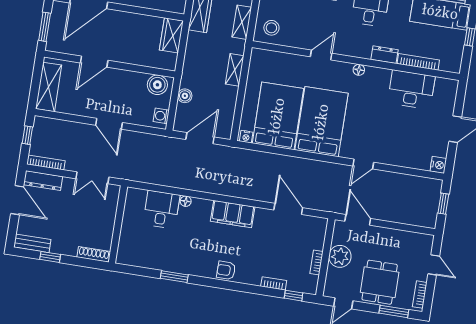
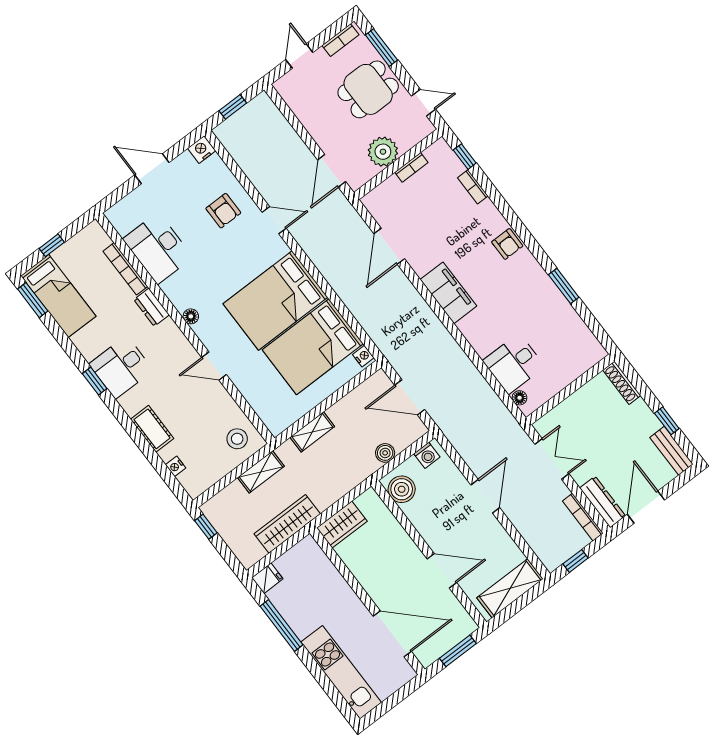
armchair: (395, 143) -> (223, 211), added
floor lamp: (186, 201) -> (520, 398), moved

